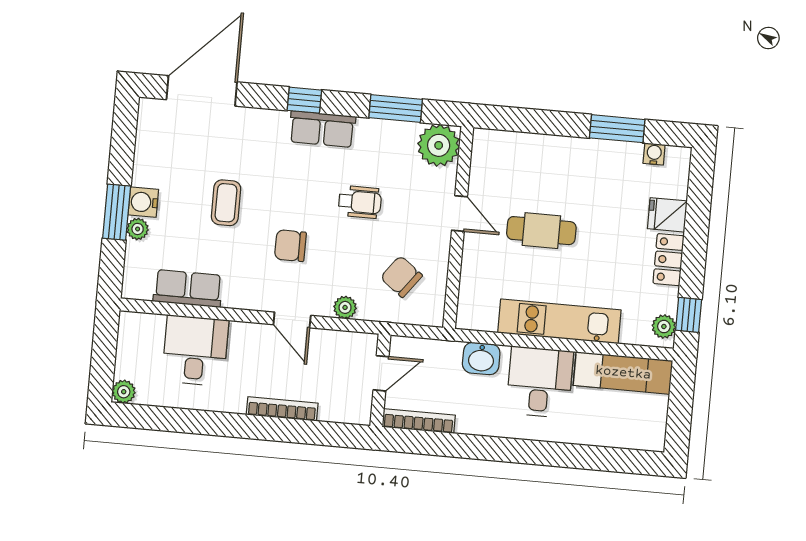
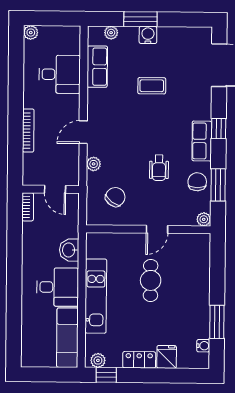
plant: (439, 145) -> (204, 219), width x0.53, depth x0.53
plant: (138, 229) -> (111, 33), moved
chair: (290, 246) -> (197, 182), moved
bookcase: (419, 421) -> (28, 207), width x0.64

